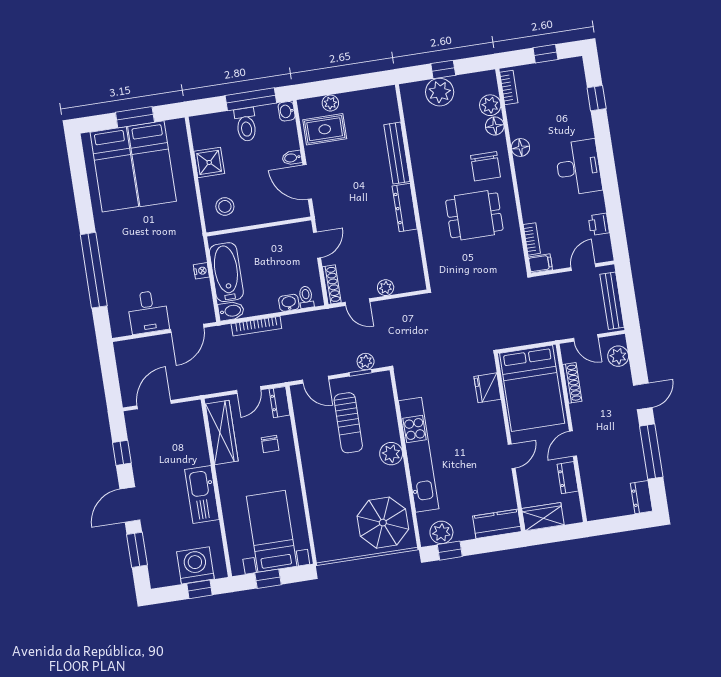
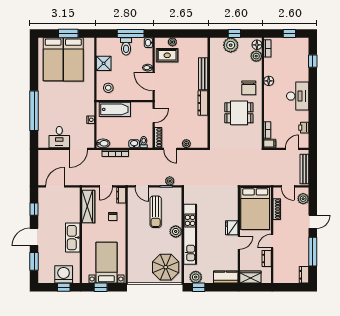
floor lamp: (495, 126) -> (257, 45), moved
bathtub: (226, 272) -> (115, 109), moved, turned 90
fridge: (487, 388) -> (232, 228), moved

